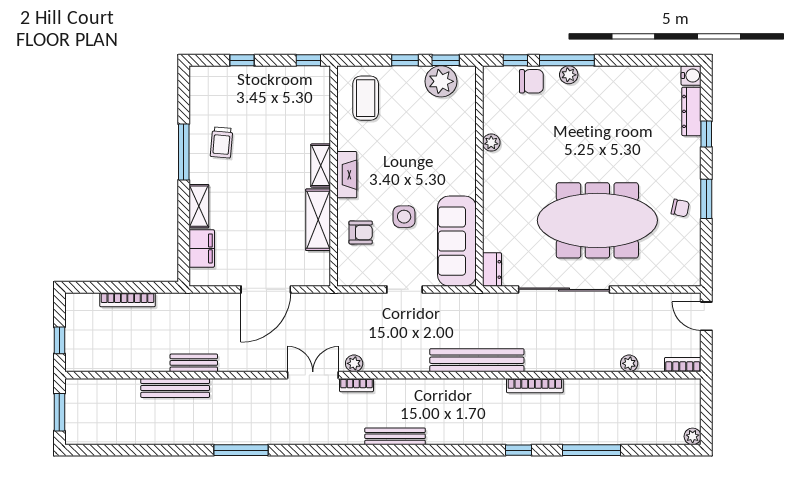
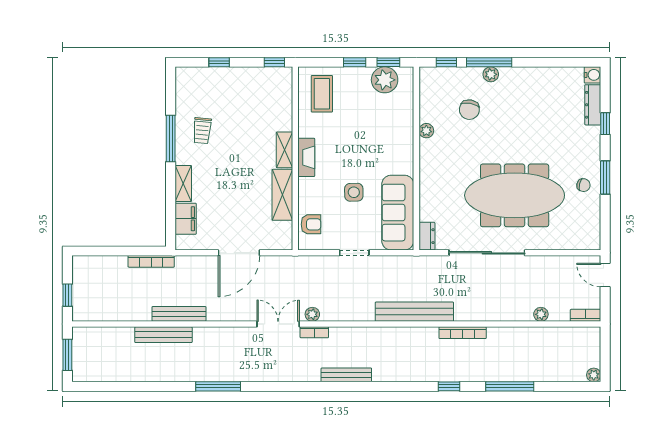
chair: (531, 81) -> (469, 110), moved, turned 100
armchair: (361, 232) -> (311, 224), moved
bookcase: (127, 300) -> (151, 261), moved
bench: (194, 363) -> (179, 314), width x1.36

